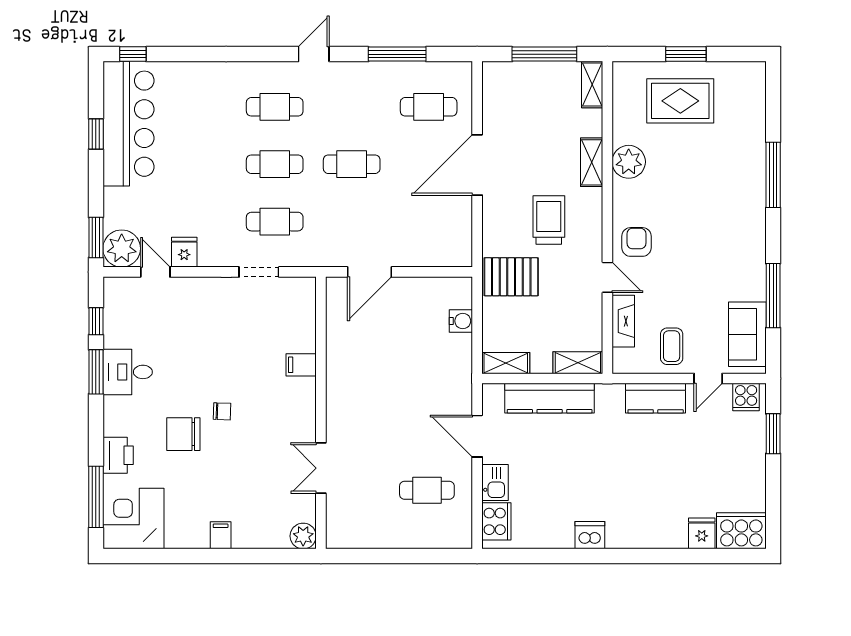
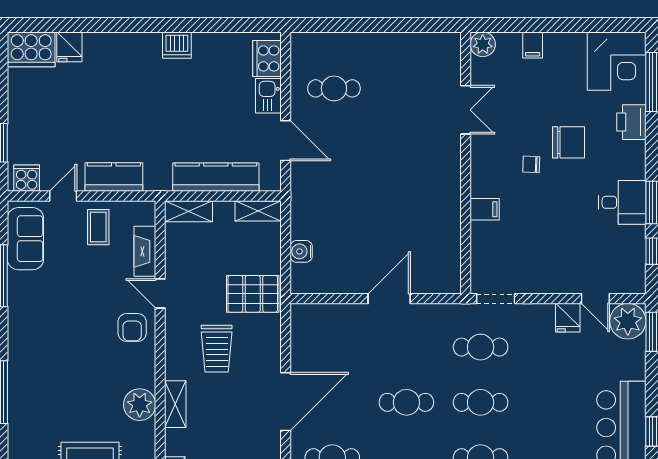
filing cabinet: (301, 365) -> (485, 209), moved
wall: (321, 413) -> (466, 163), moved
double door: (321, 468) -> (466, 110), moved
plant: (303, 536) -> (483, 44), moved

